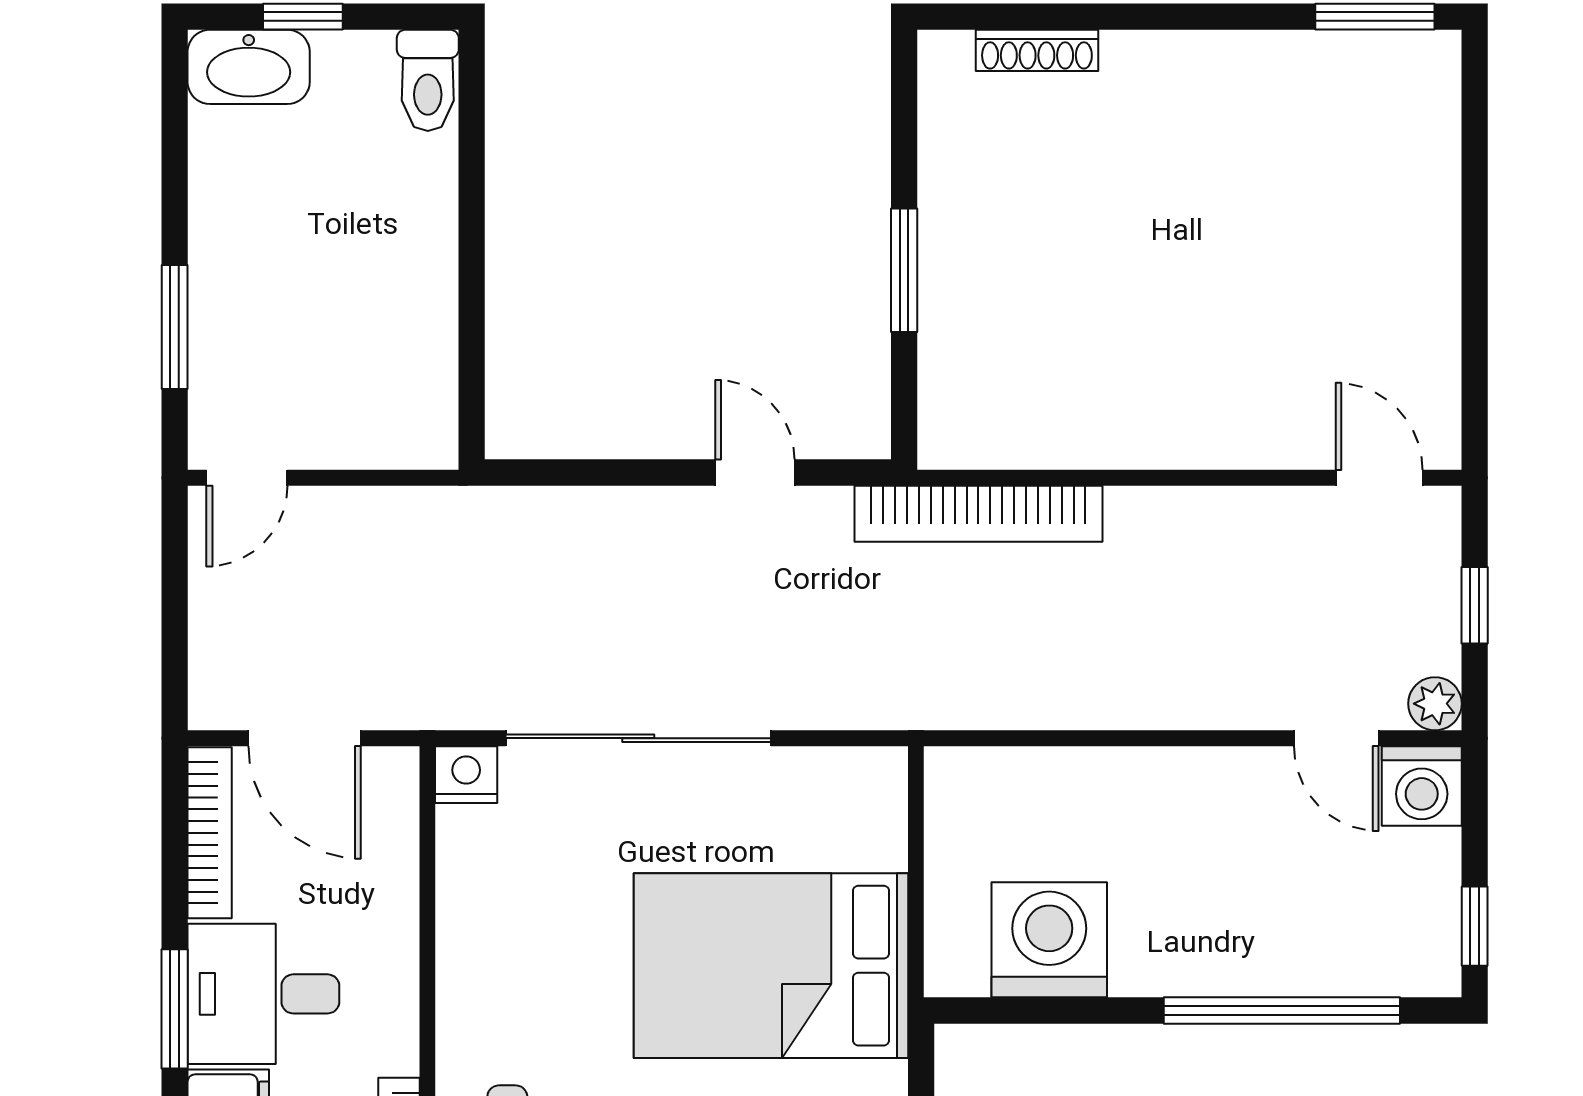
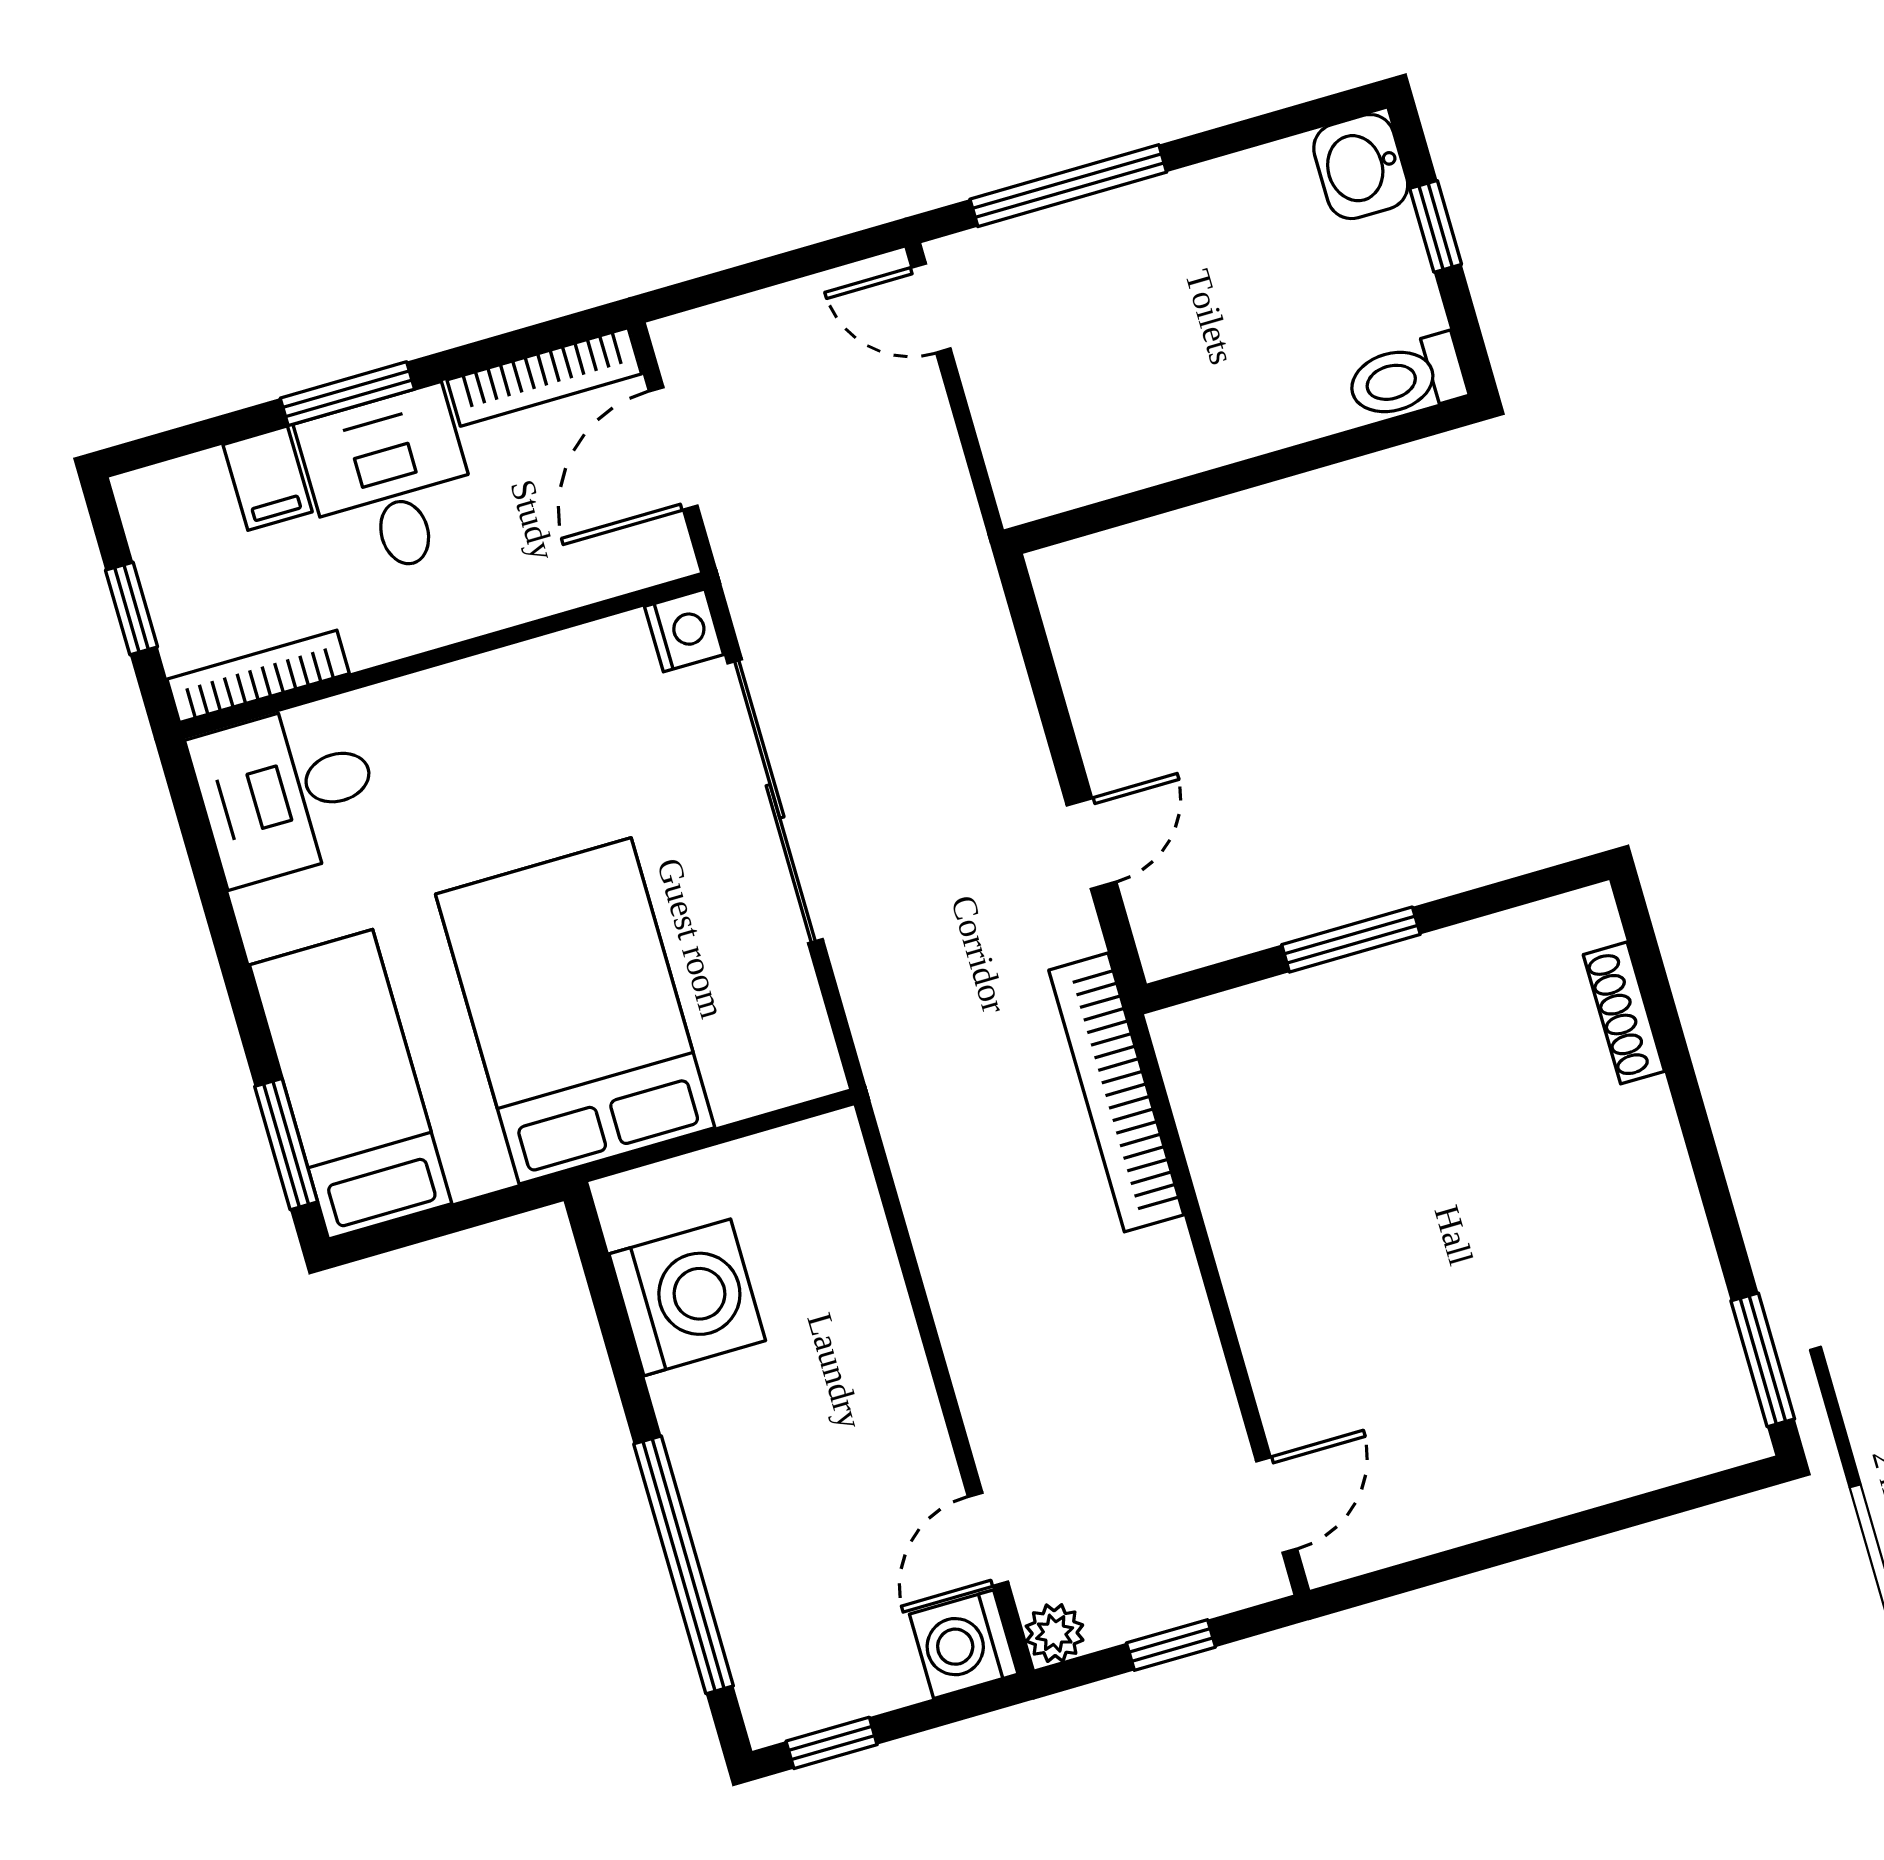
washbasin: (249, 67) -> (1361, 167), width x0.72
window: (175, 327) -> (1068, 186), width x1.44

